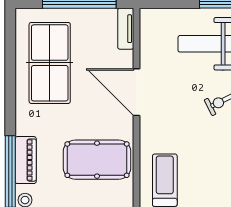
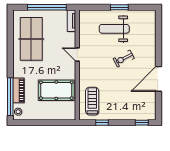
door: (136, 92) -> (77, 54), width x0.53

